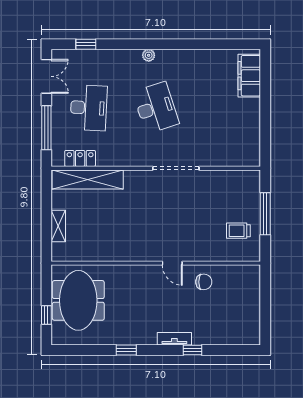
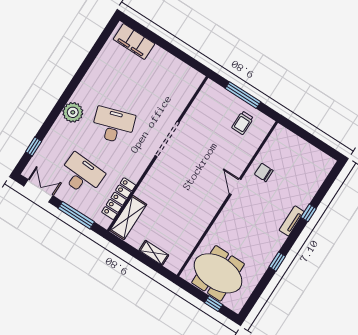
plant: (149, 55) -> (73, 112), width x1.88, depth x1.88
locker: (80, 158) -> (119, 199), width x1.53
shelving: (88, 179) -> (128, 218), width x0.68
door: (172, 263) -> (235, 187), swing flipped
chair: (204, 282) -> (264, 172), turned -90

